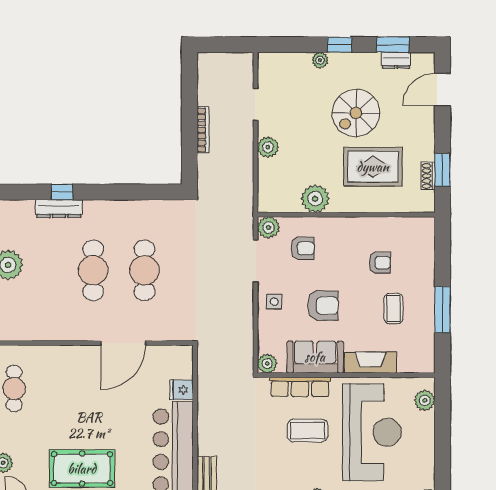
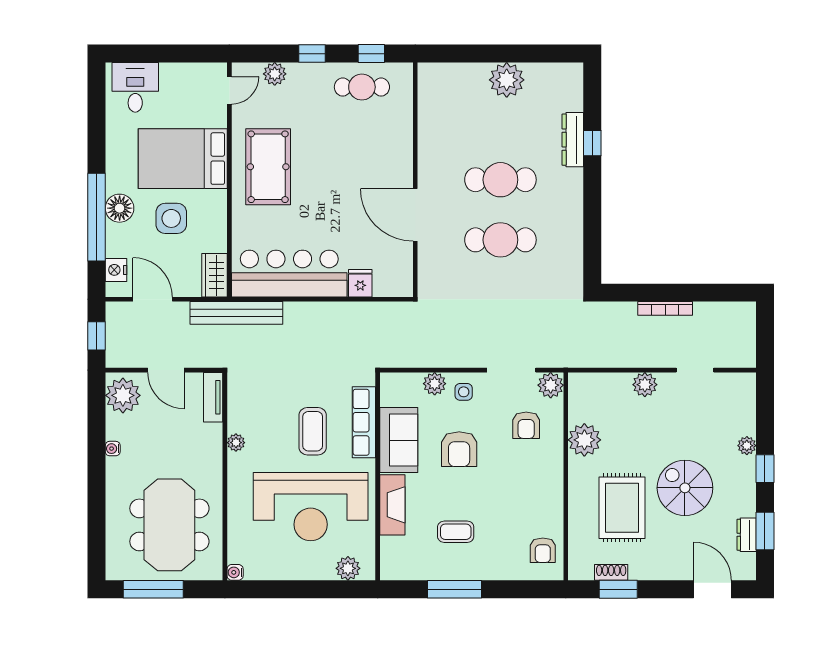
armchair: (380, 263) -> (543, 550), moved
plant: (267, 364) -> (435, 384), moved

